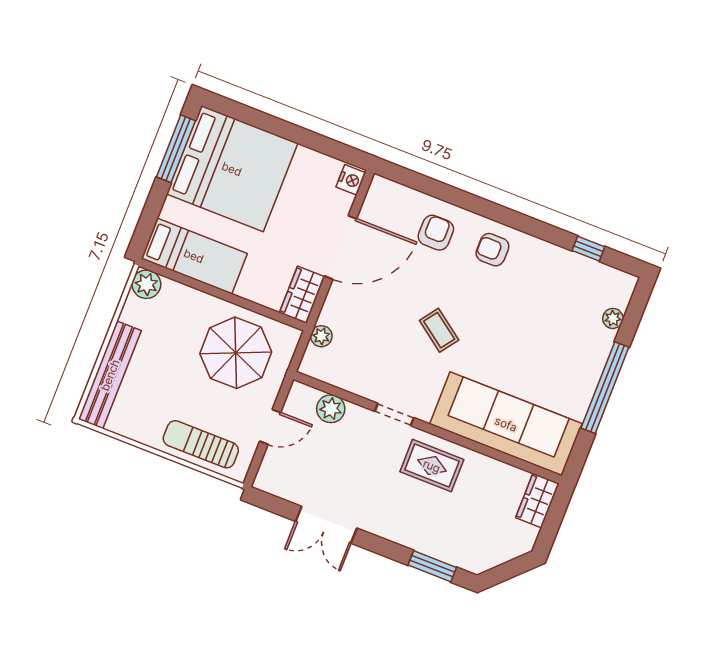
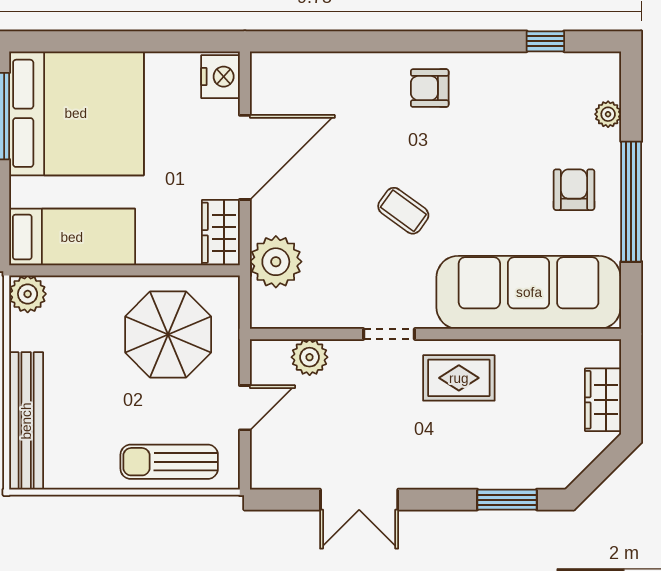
nightstand: (351, 180) -> (221, 77), width x1.36, depth x1.33
armchair: (436, 233) -> (574, 190), moved
plant: (321, 336) -> (276, 262), width x1.88, depth x1.88
wardrobe: (537, 501) -> (603, 400), moved

